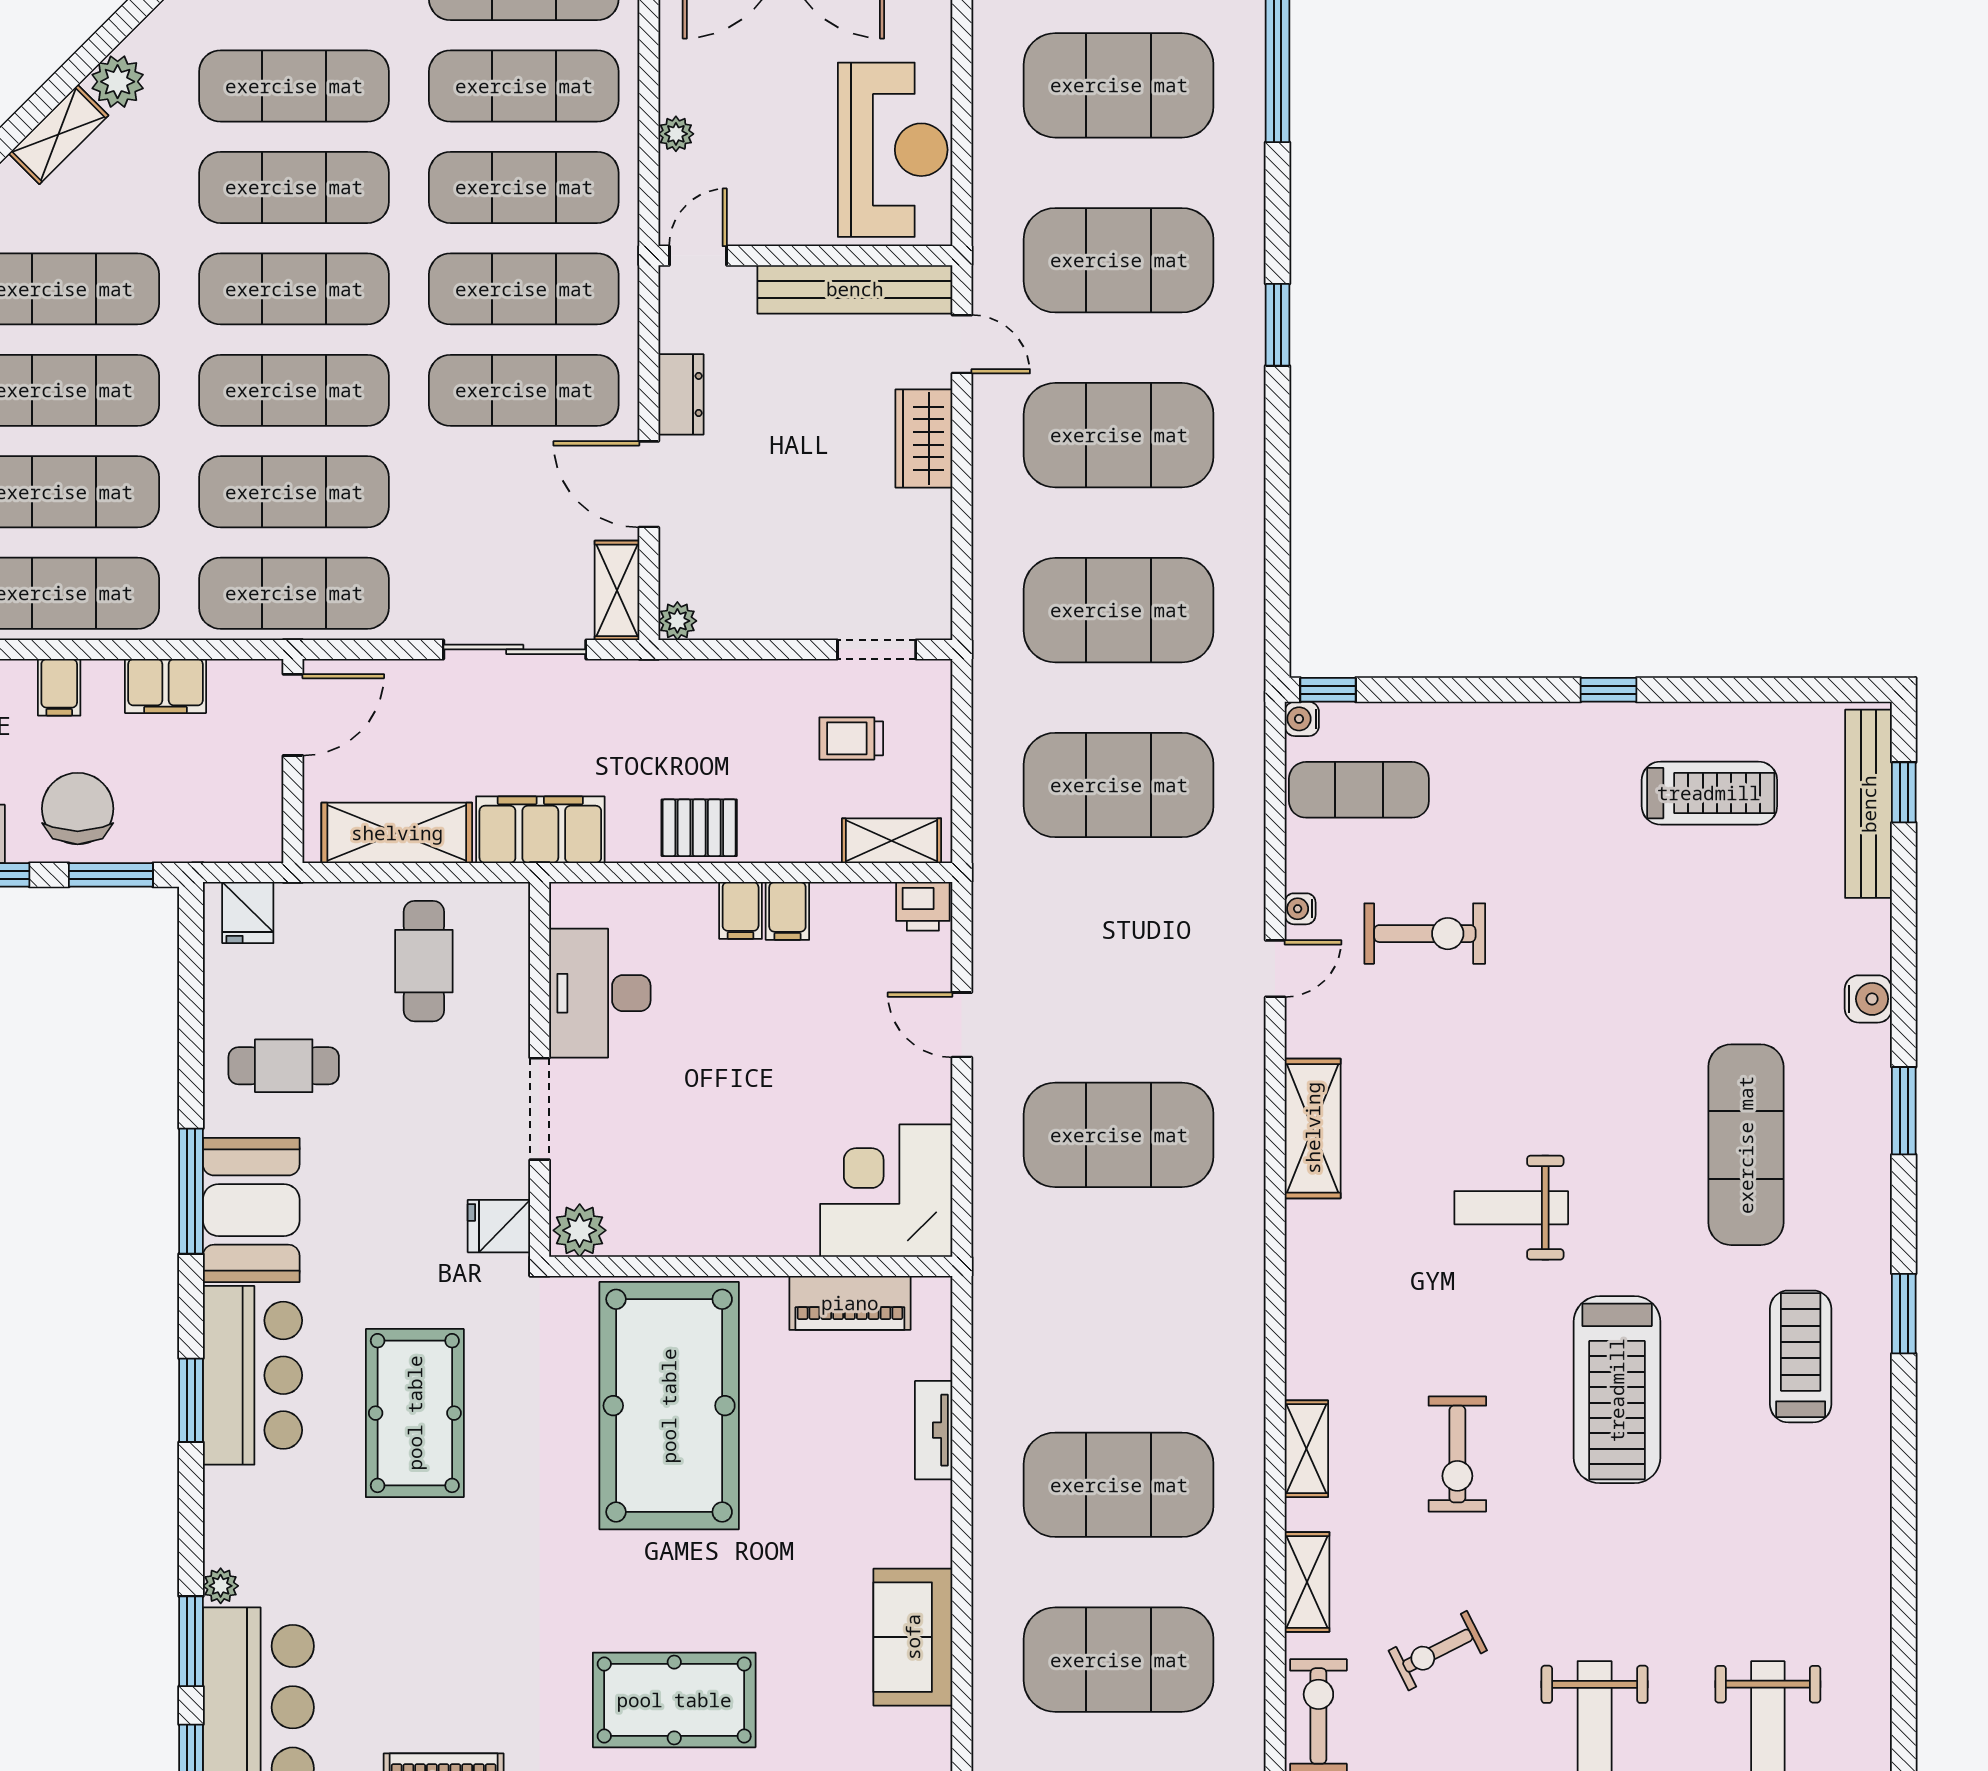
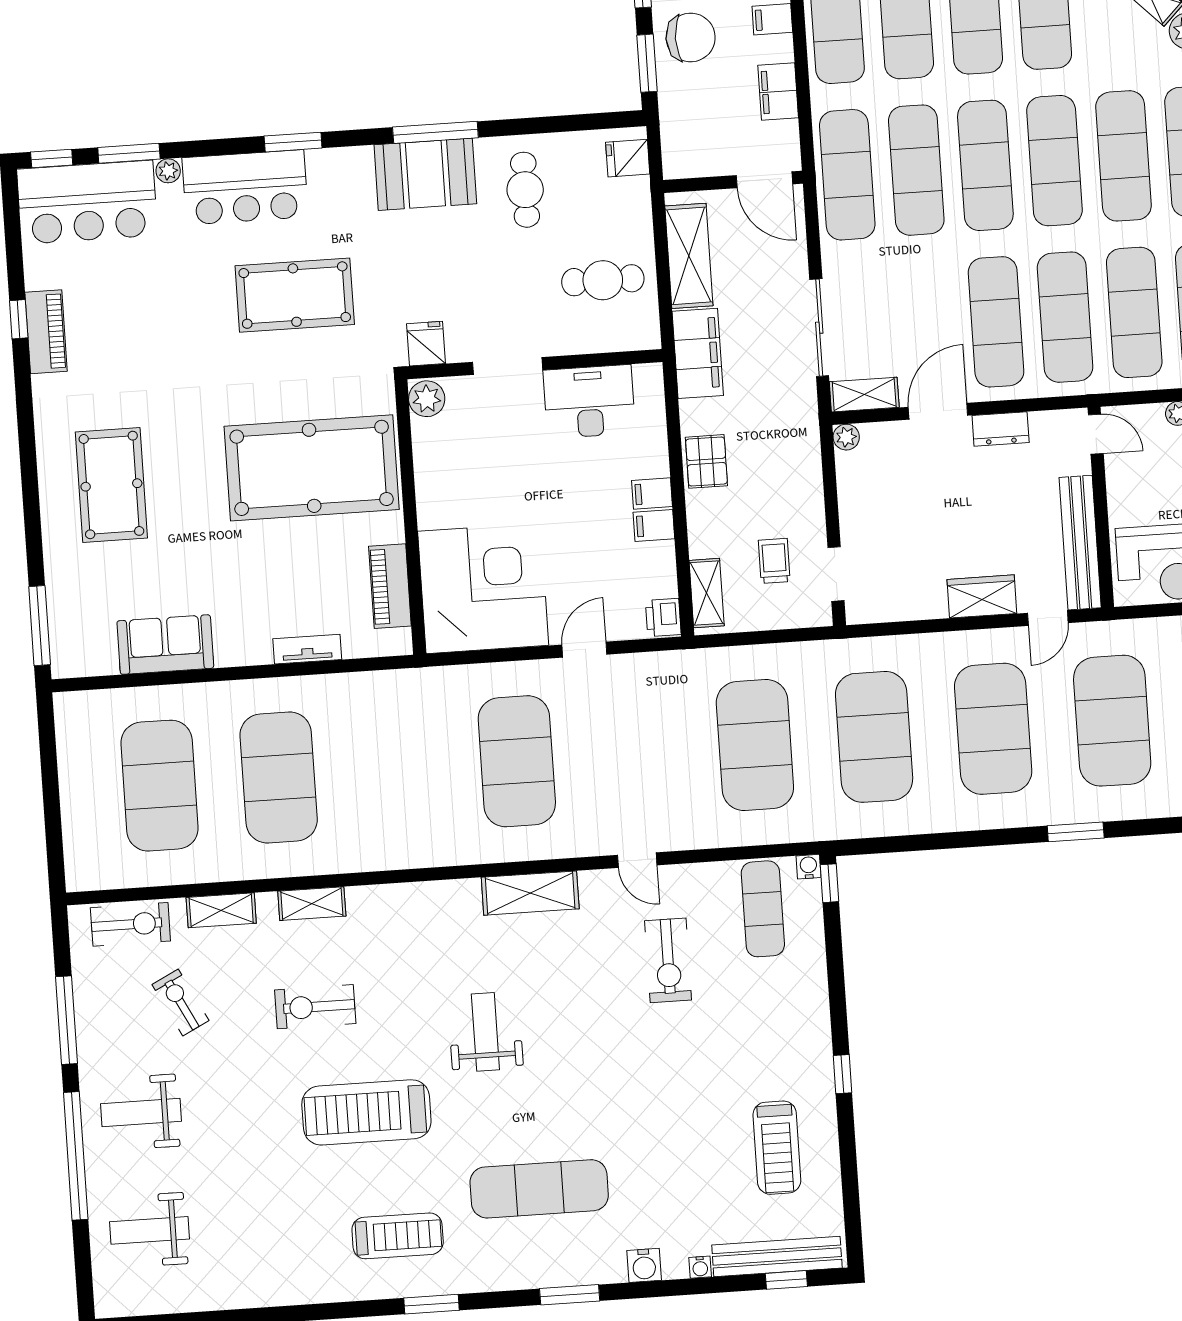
water cooler: (1300, 909) -> (700, 1267), moved, turned 180
corner desk: (886, 1191) -> (483, 588), width x1.36, depth x1.36
bar counter: (252, 1375) -> (245, 187), moved

